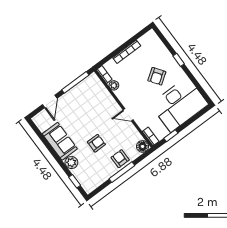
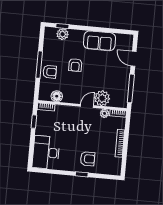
armchair: (157, 76) -> (88, 159), moved, turned 125
plant: (104, 98) -> (102, 98), added
desk: (179, 104) -> (46, 152), width x0.73, depth x0.77
door: (128, 115) -> (87, 106), moved
floor lamp: (143, 146) -> (57, 96), moved
plant: (71, 162) -> (63, 34), moved

